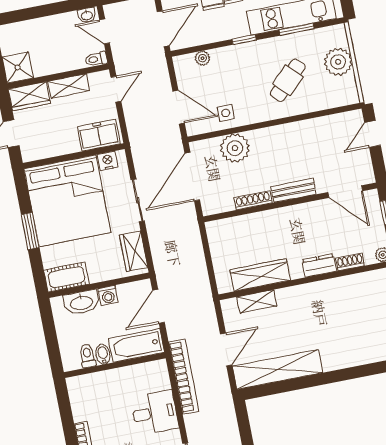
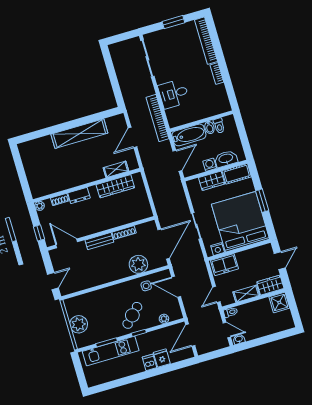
cafe table: (288, 80) -> (132, 315), moved
wardrobe: (134, 251) -> (212, 181), moved, turned 90
shelving: (278, 369) -> (79, 134), moved

